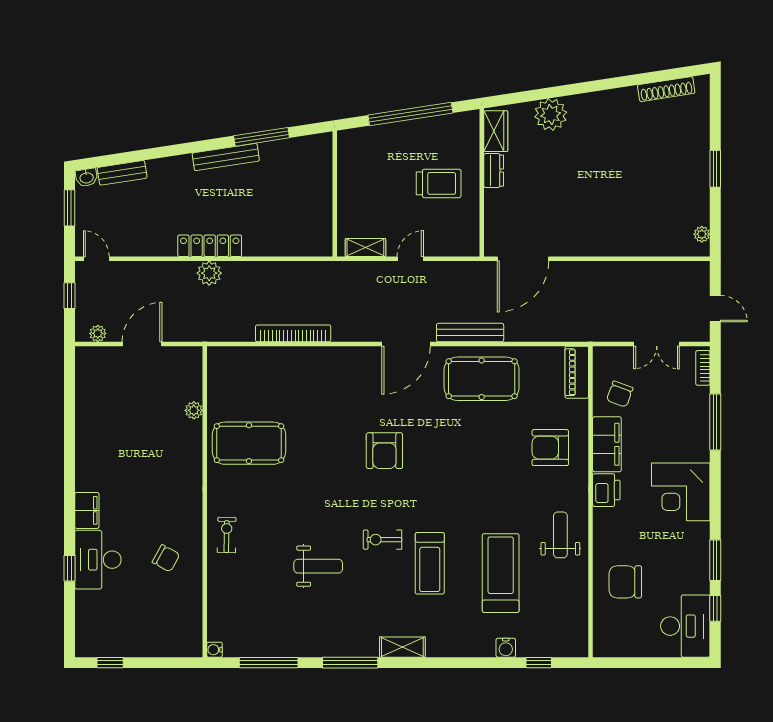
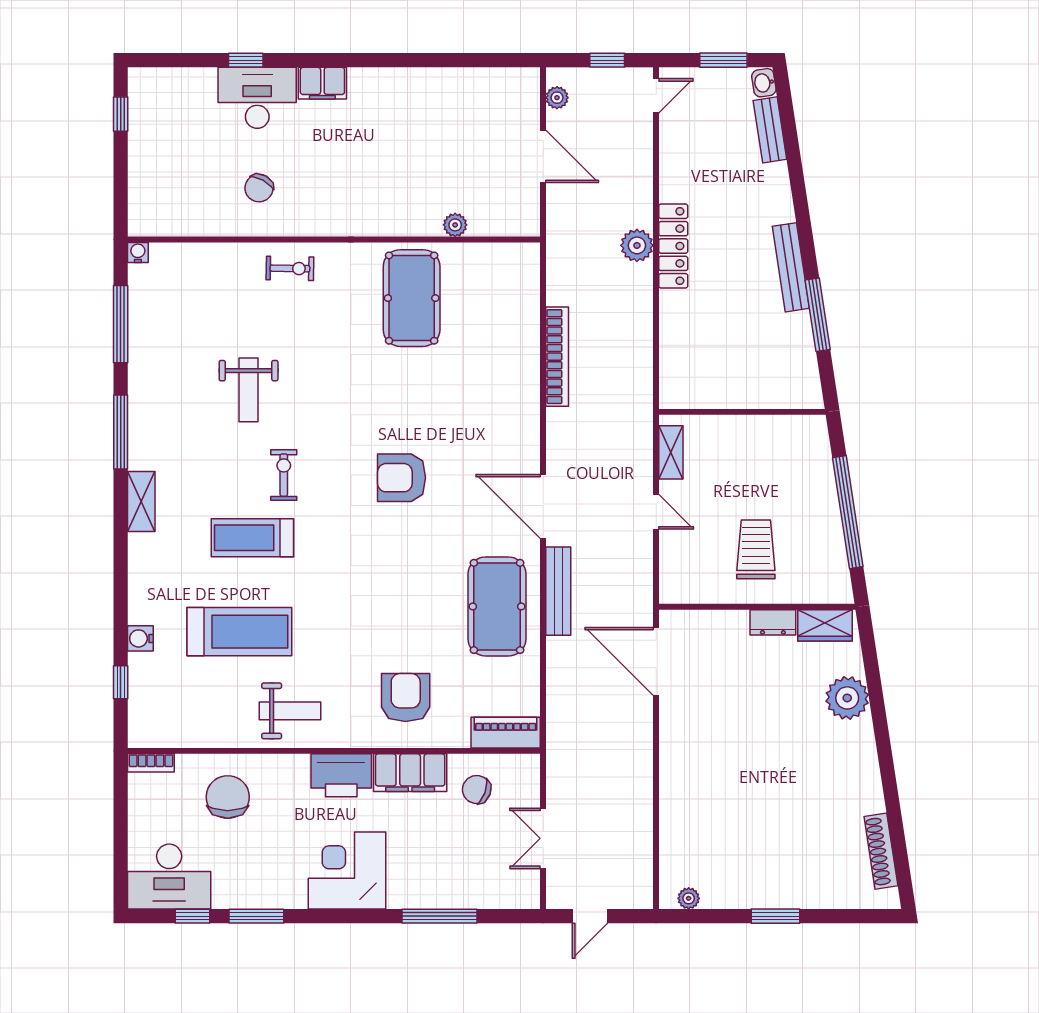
trolley: (439, 183) -> (756, 549), turned 180
bookcase: (703, 368) -> (151, 763), moved, turned 180
printer: (606, 490) -> (341, 775), width x1.37, depth x1.19

